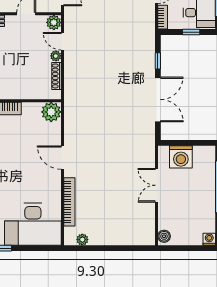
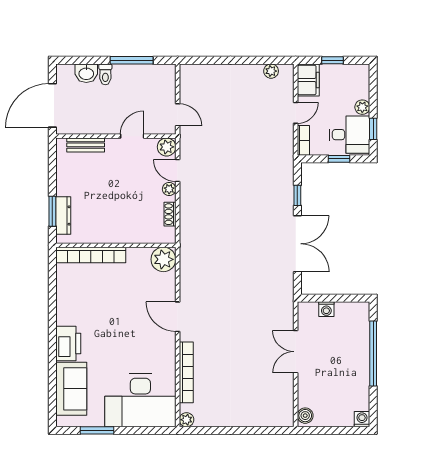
shoe rack: (56, 76) -> (170, 214), width x0.70
washing machine: (181, 157) -> (326, 309), width x0.53, depth x0.53
plant: (82, 240) -> (186, 420), moved

